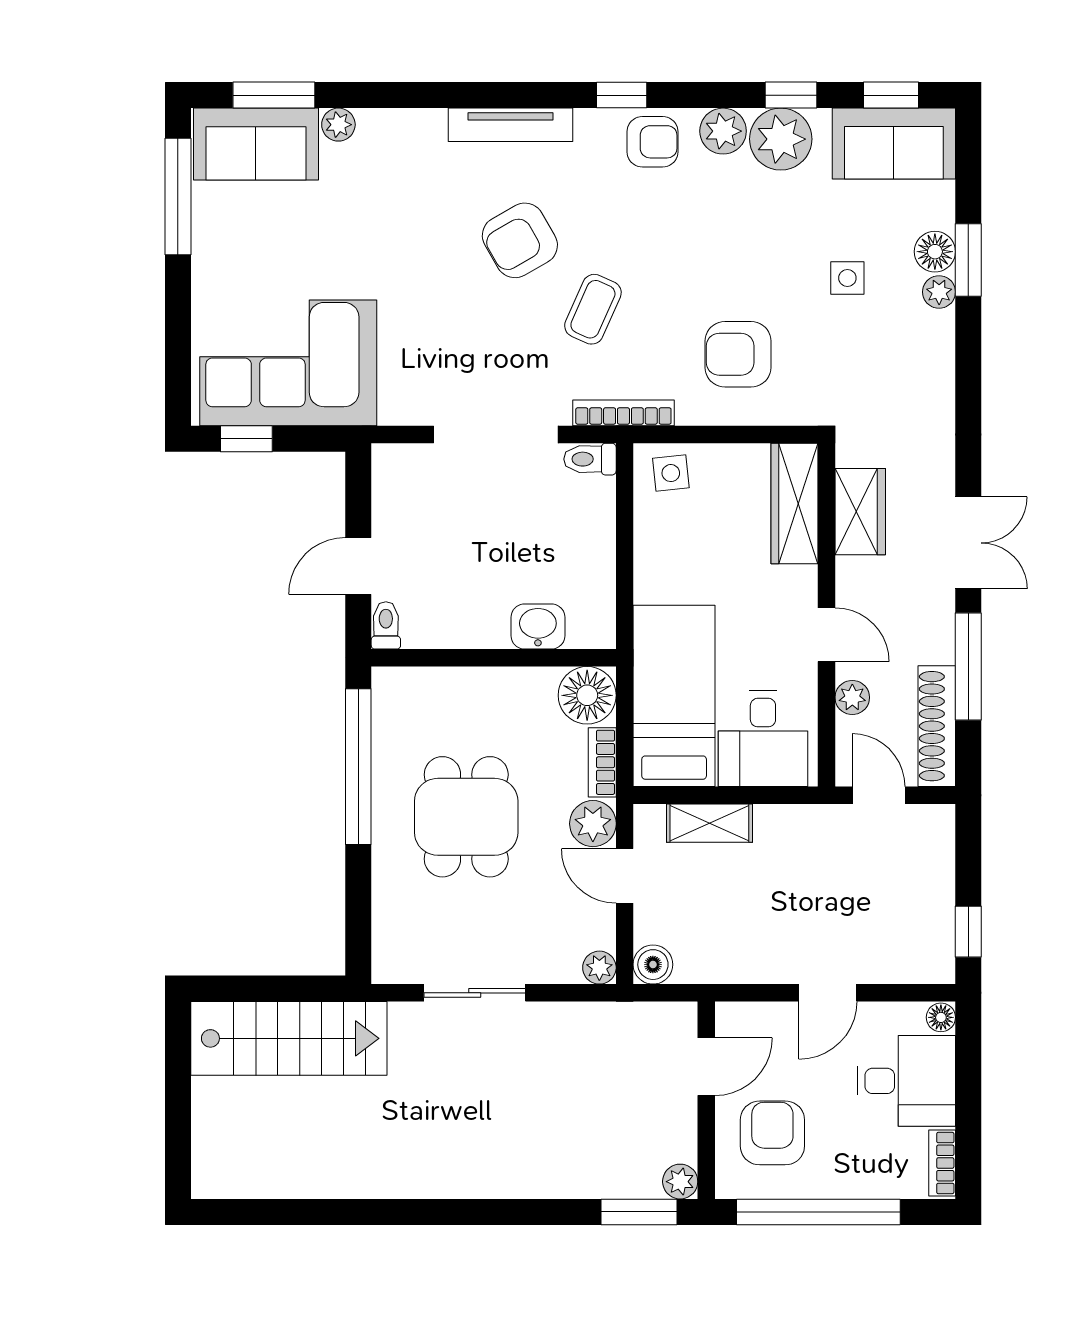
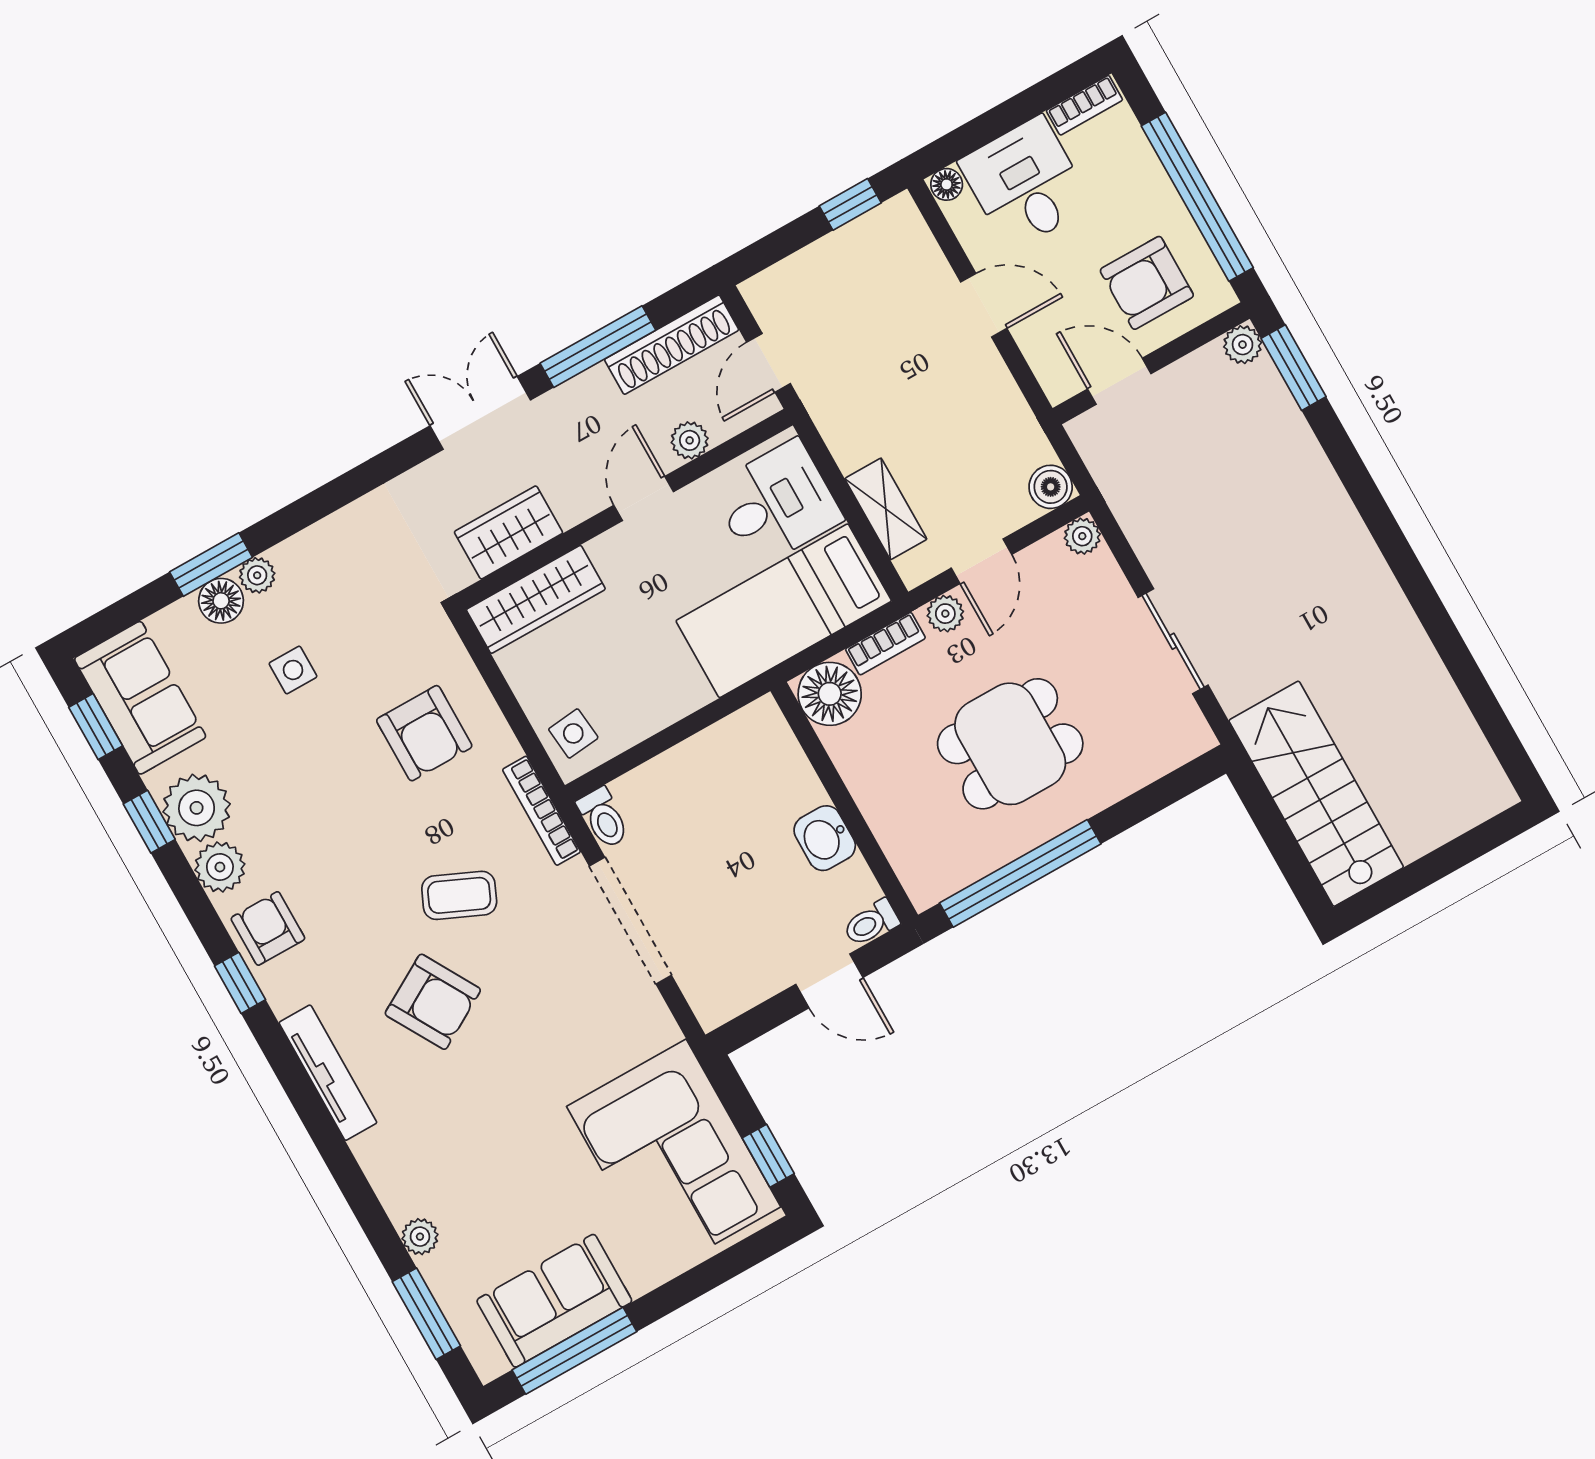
sofa: (256, 144) -> (554, 1301), moved, turned -90
washbasin: (538, 626) -> (825, 838), moved
plant: (593, 824) -> (945, 614), width x0.73, depth x0.73

